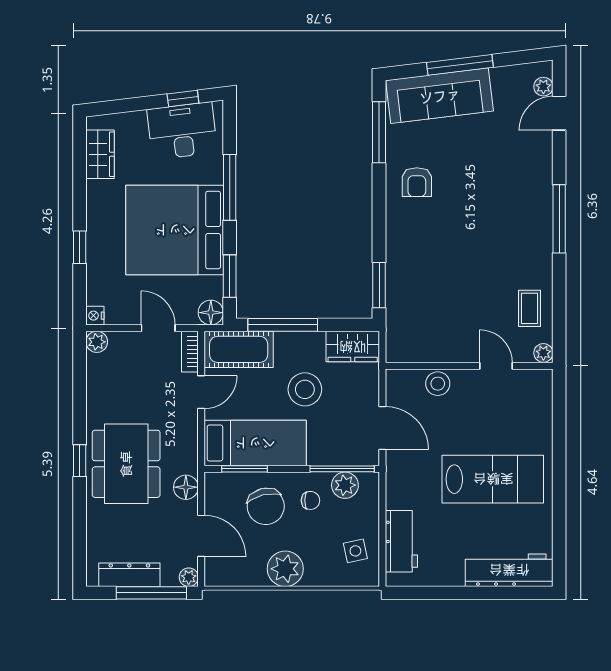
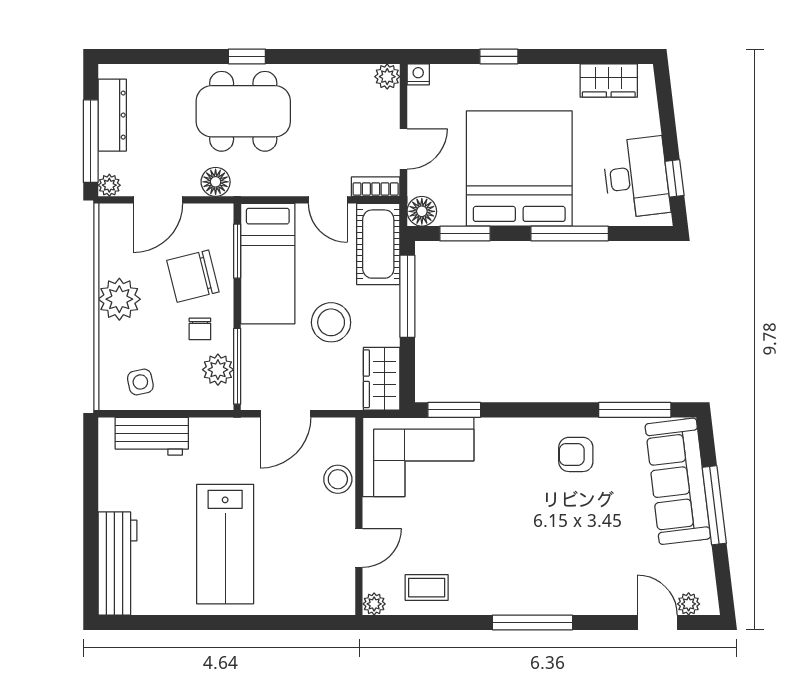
corner sofa: (419, 316) -> (418, 457), added

